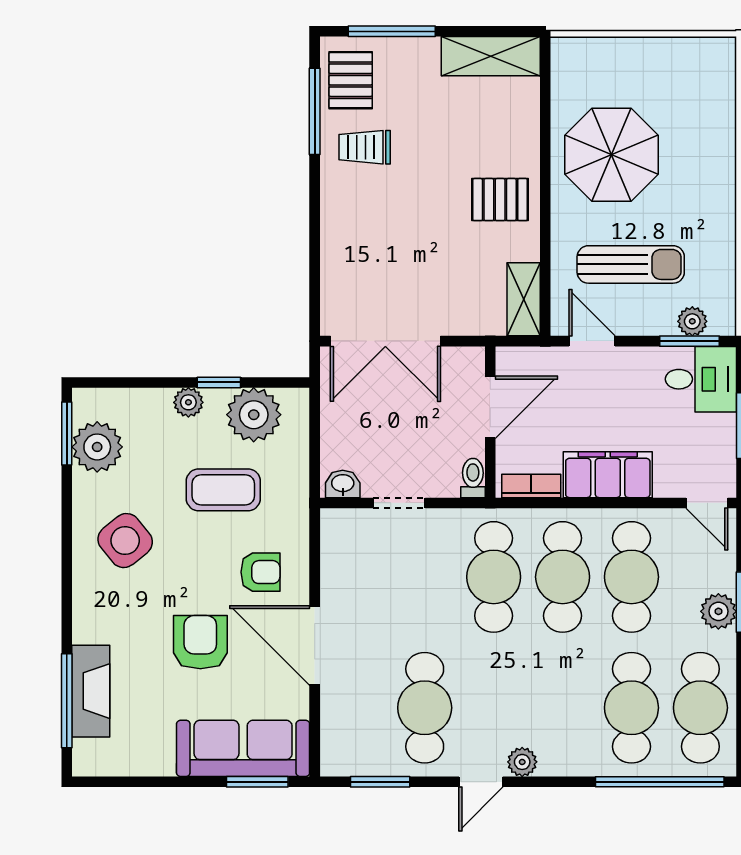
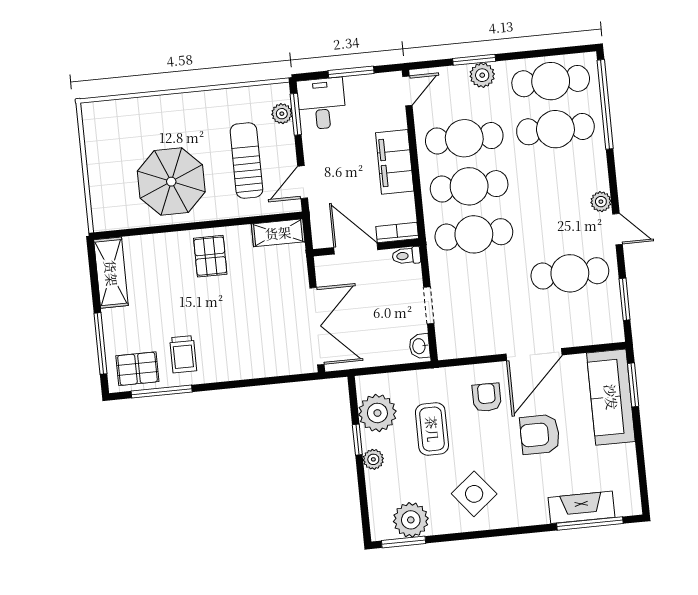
bookcase: (531, 486) -> (397, 233), moved, turned 90

